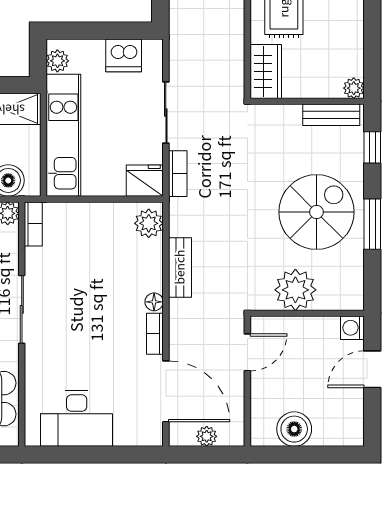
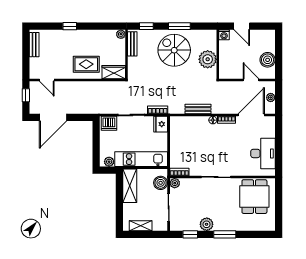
dishwasher: (124, 55) -> (109, 123), moved, turned 90
plant: (149, 223) -> (179, 122), removed
door: (247, 352) -> (251, 80), moved

